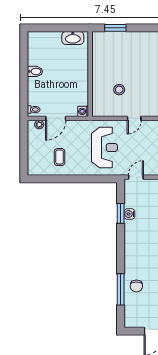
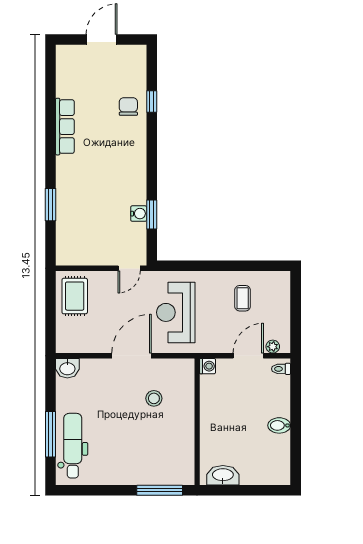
window: (115, 28) -> (160, 490), width x1.44
door: (134, 118) -> (132, 356), width x1.87
window: (121, 289) -> (152, 102), width x0.46

